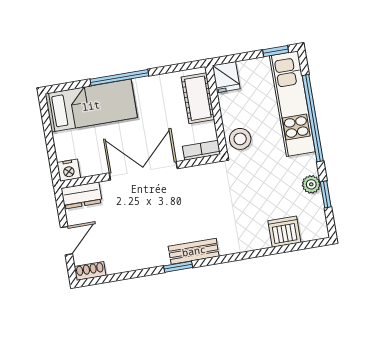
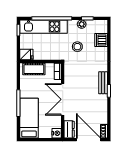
stool: (240, 139) -> (77, 47), moved
door: (66, 241) -> (88, 140), width x1.88

